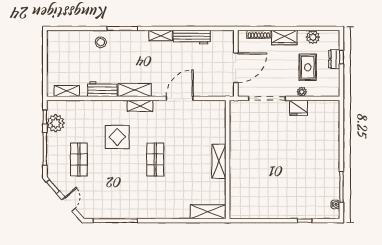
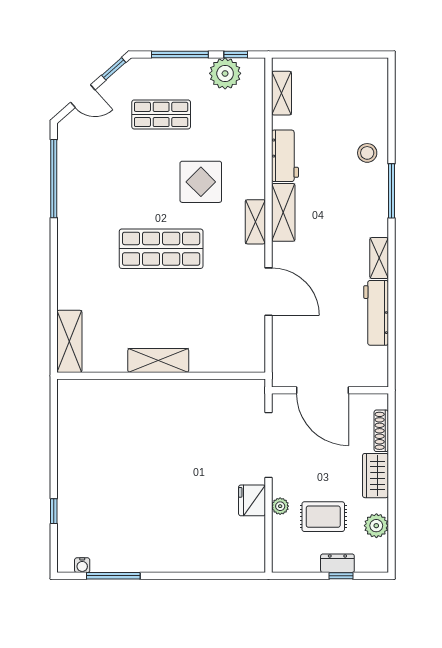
shop shelf: (155, 160) -> (161, 249), width x1.43, depth x1.36

